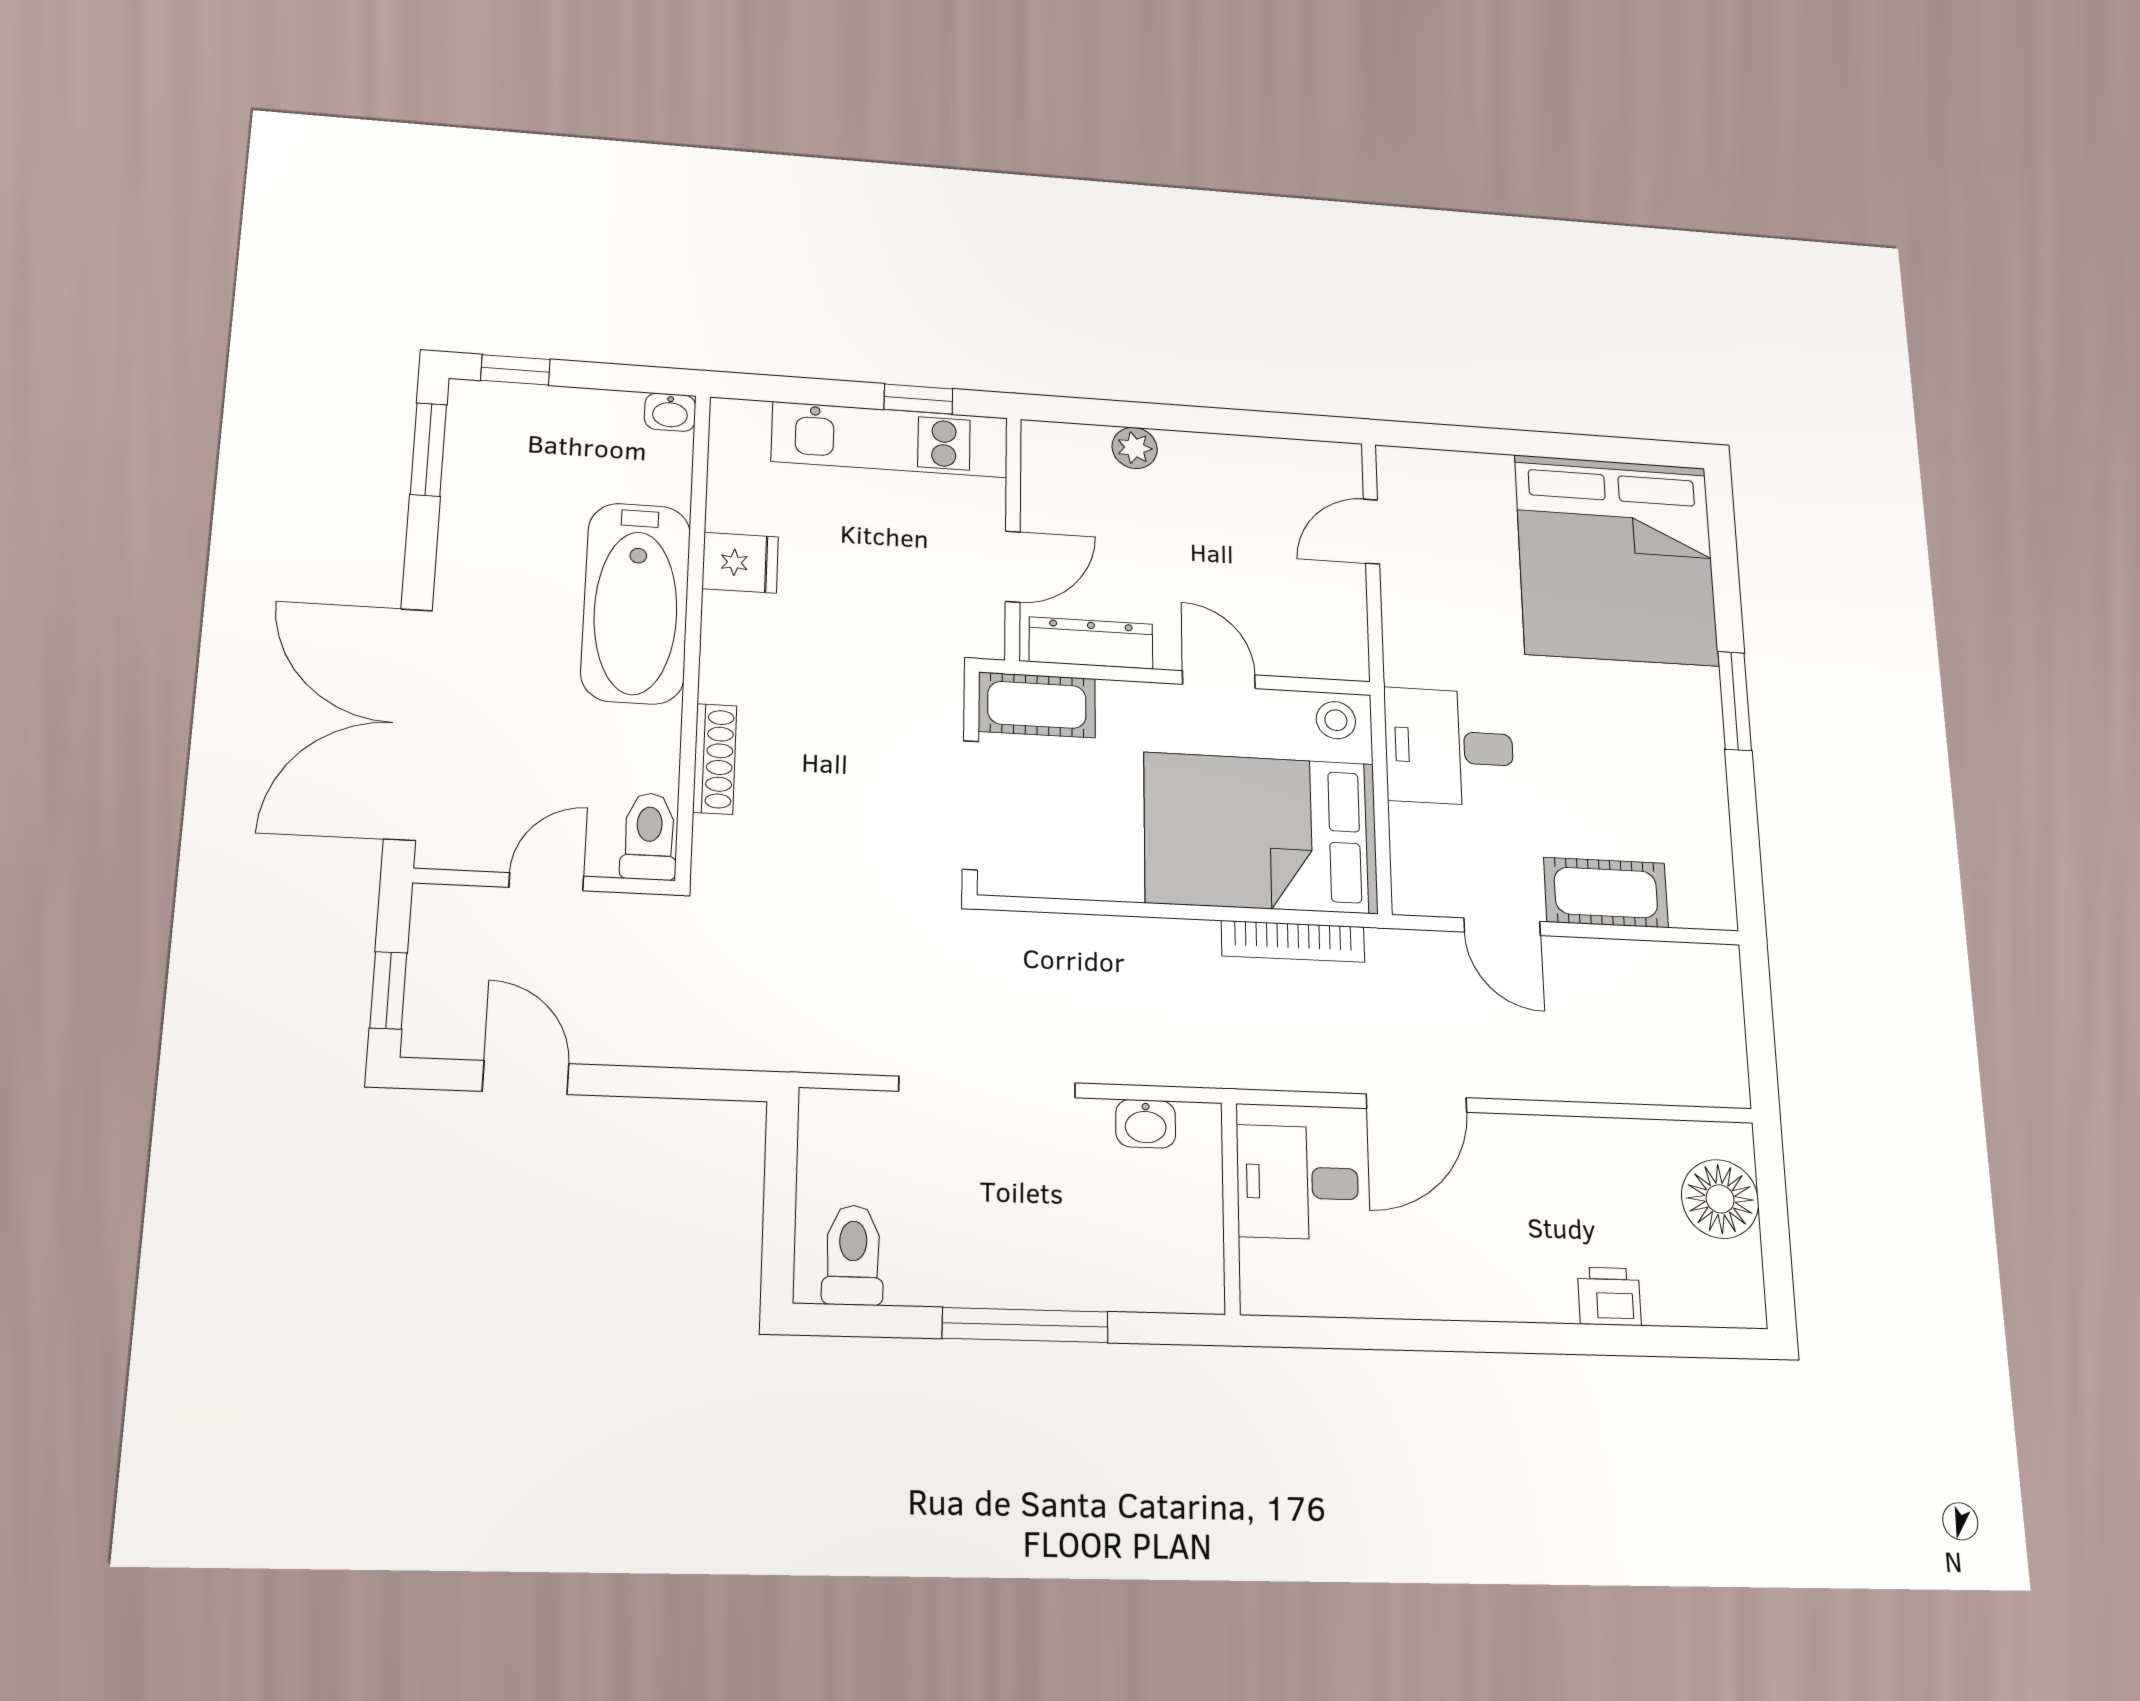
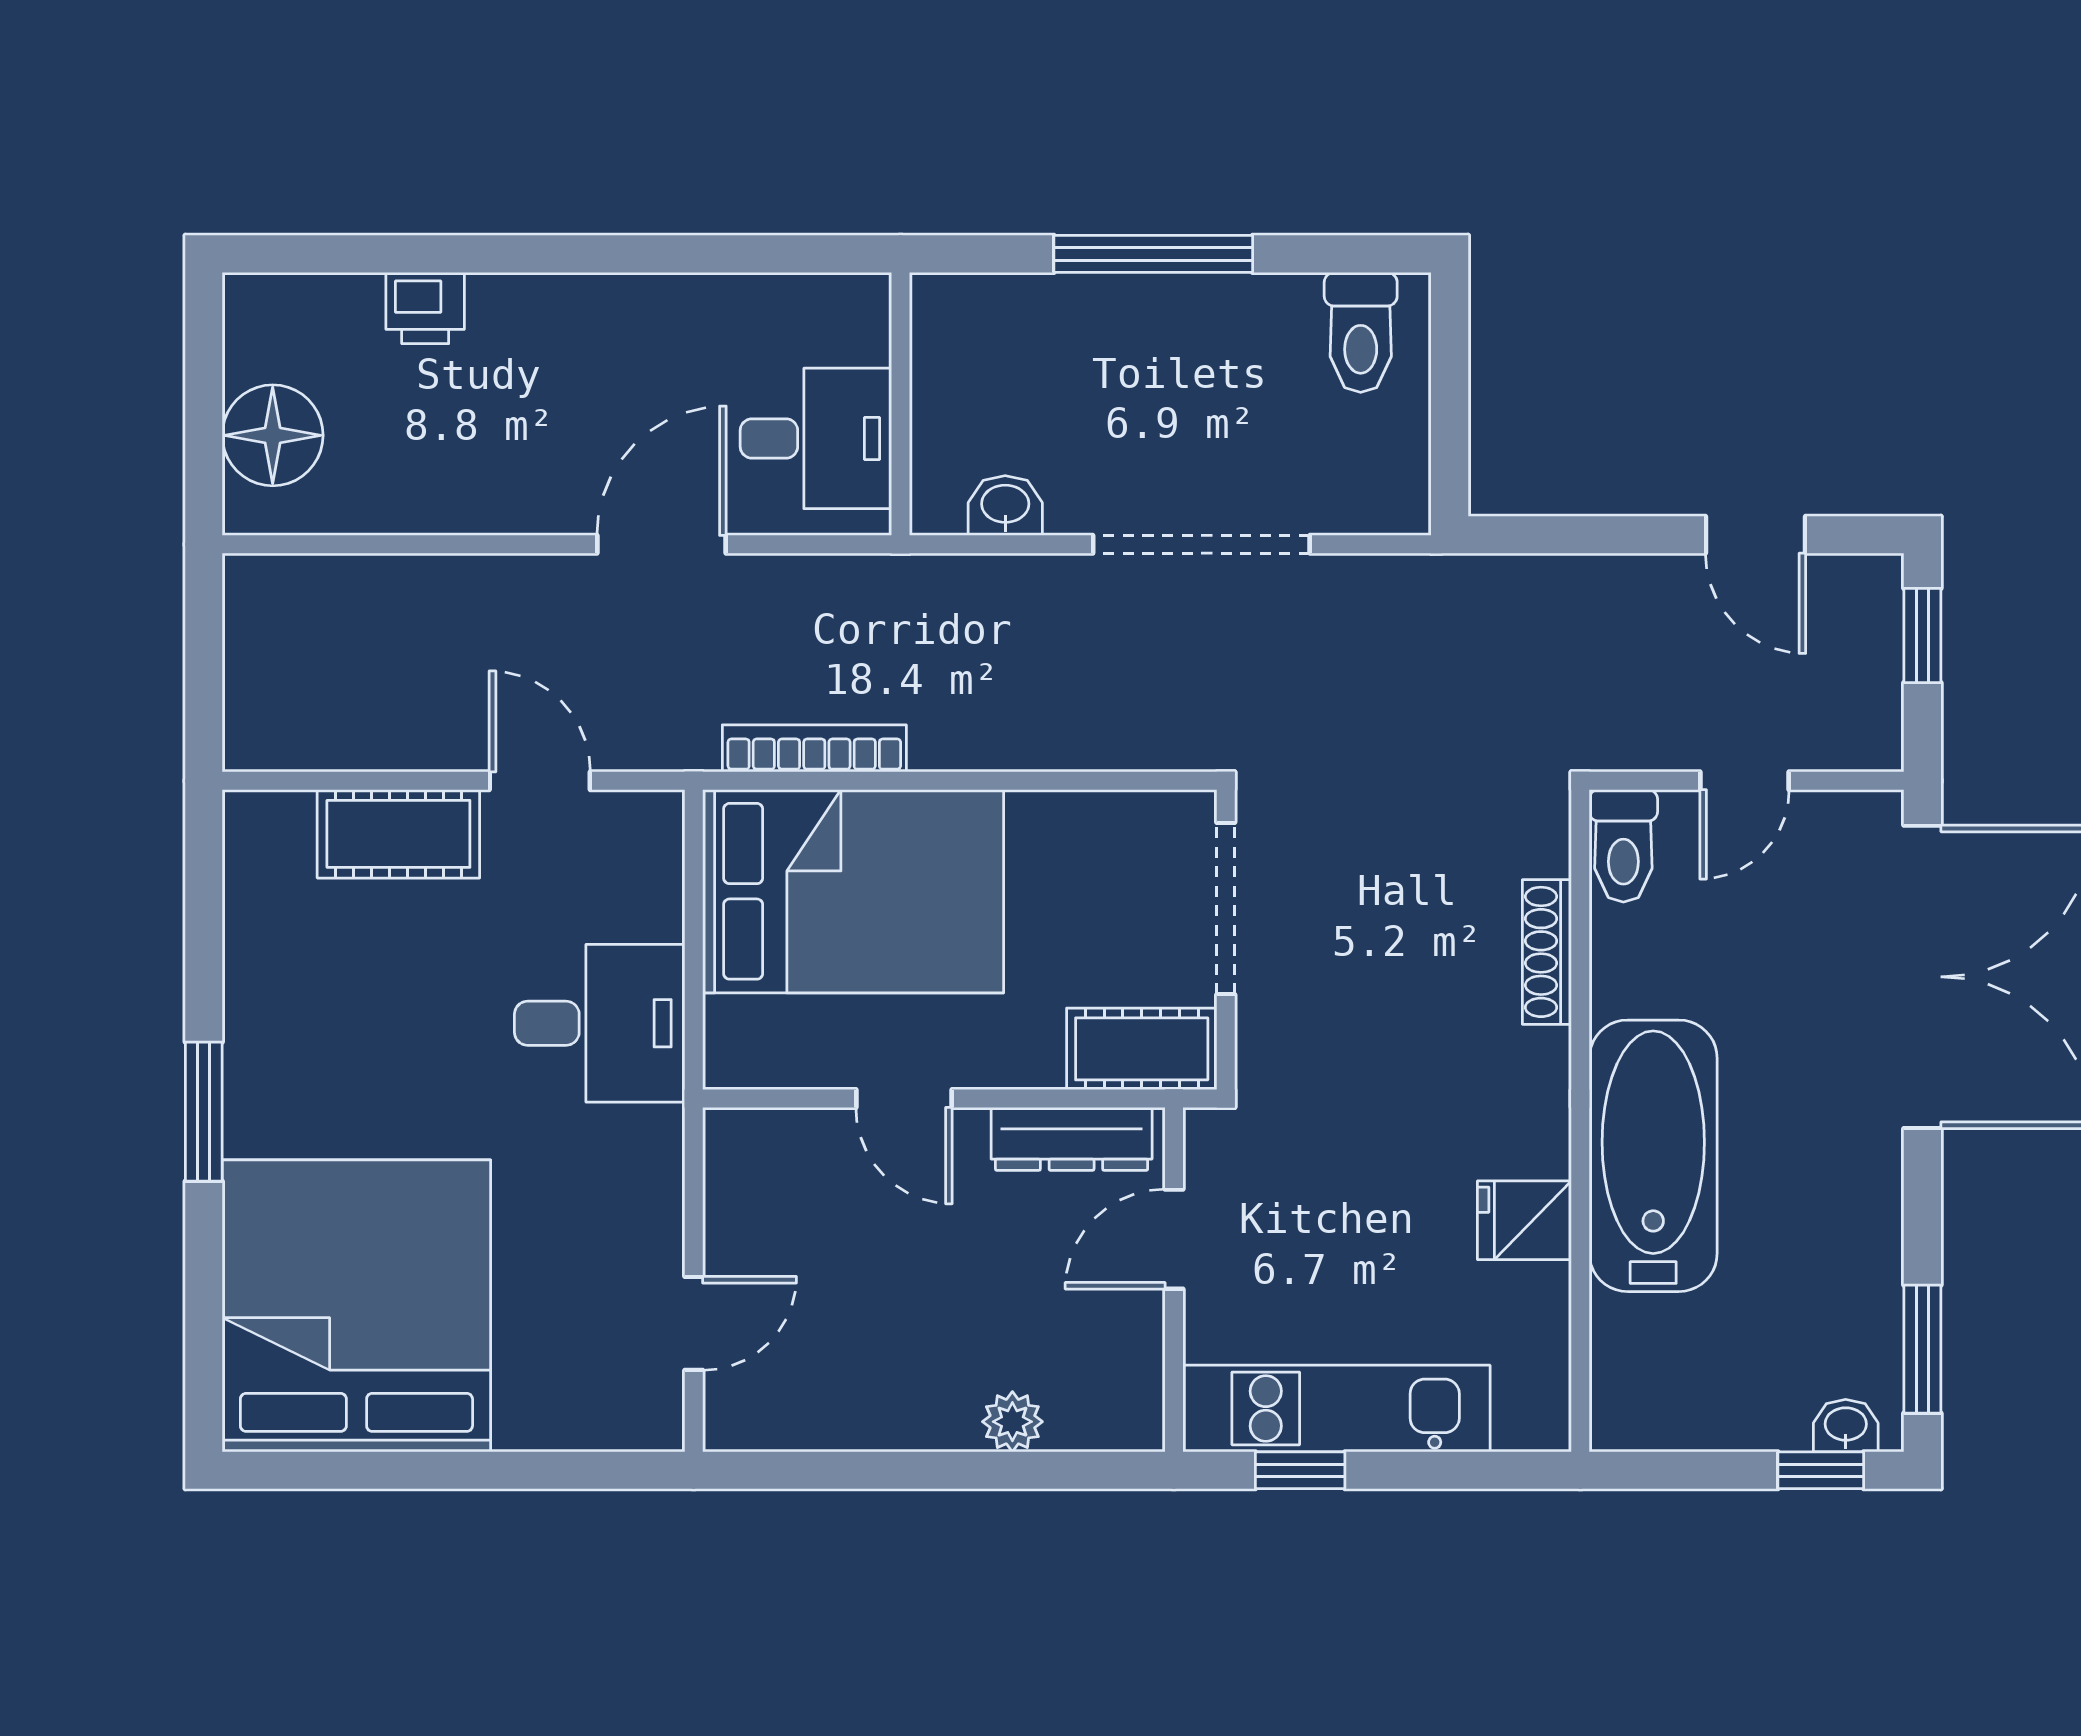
washbasin: (670, 412) -> (1846, 1426), moved
stool: (1336, 720) -> (750, 1051), removed

